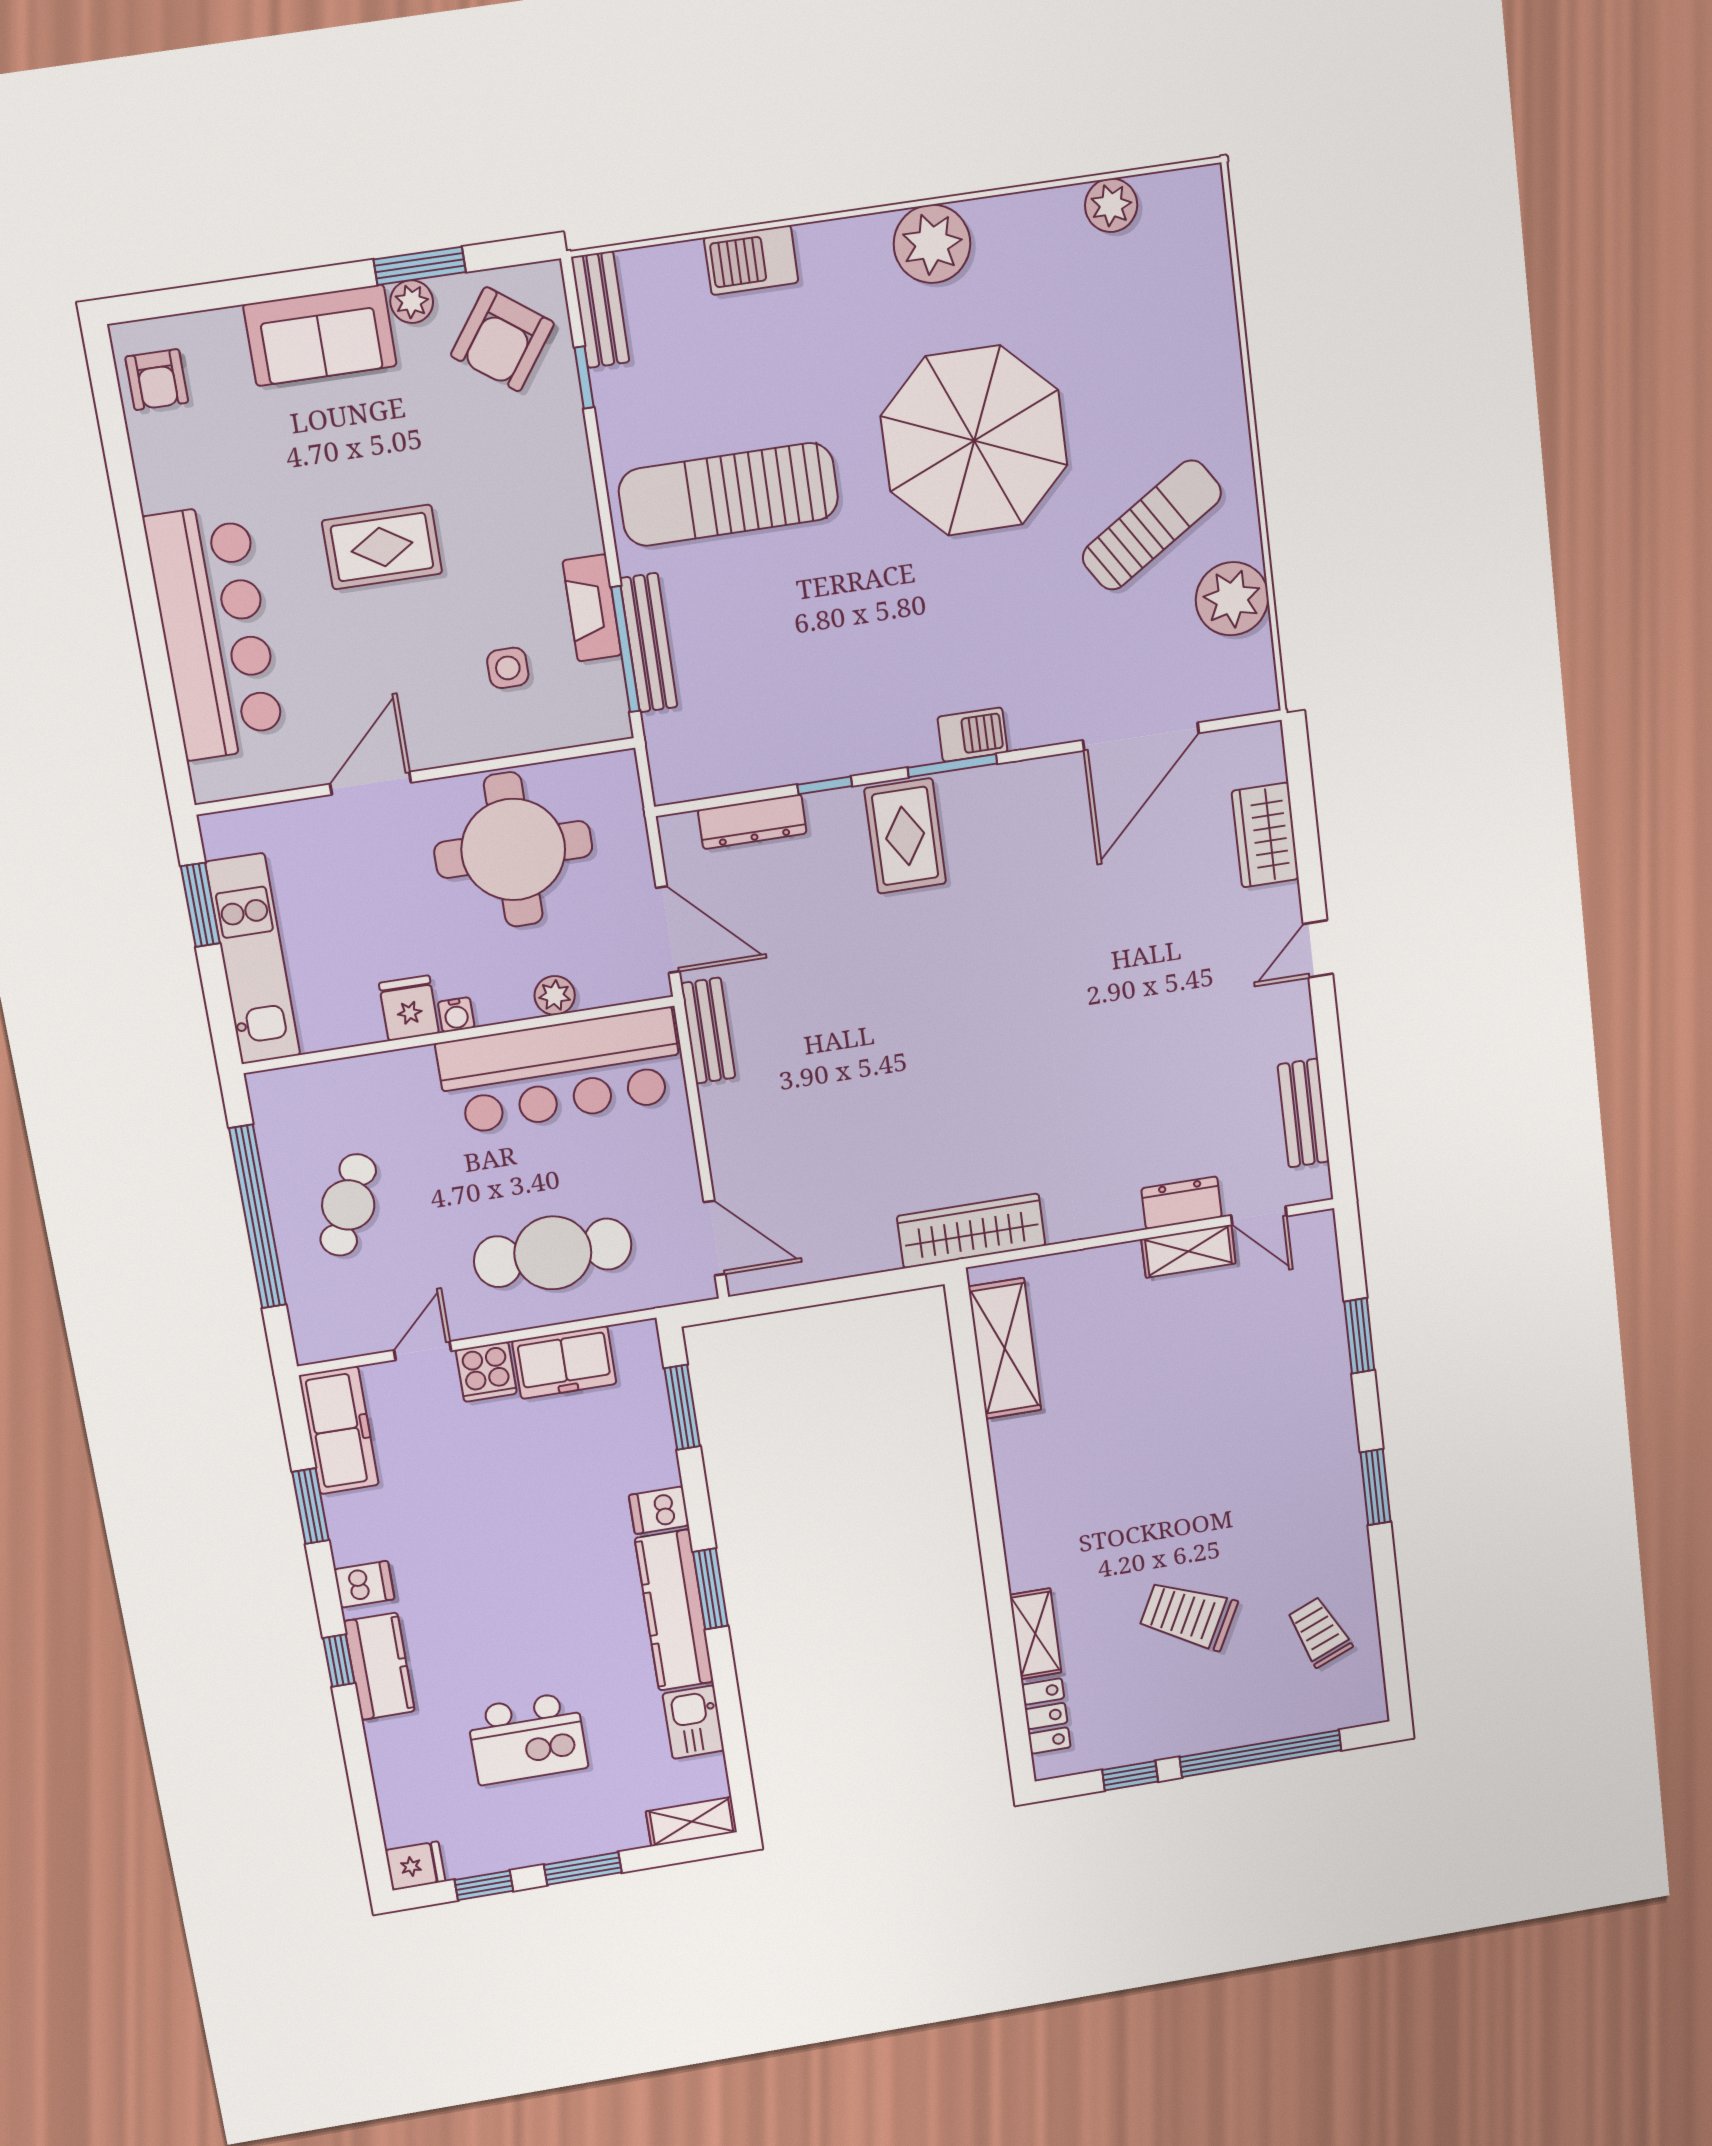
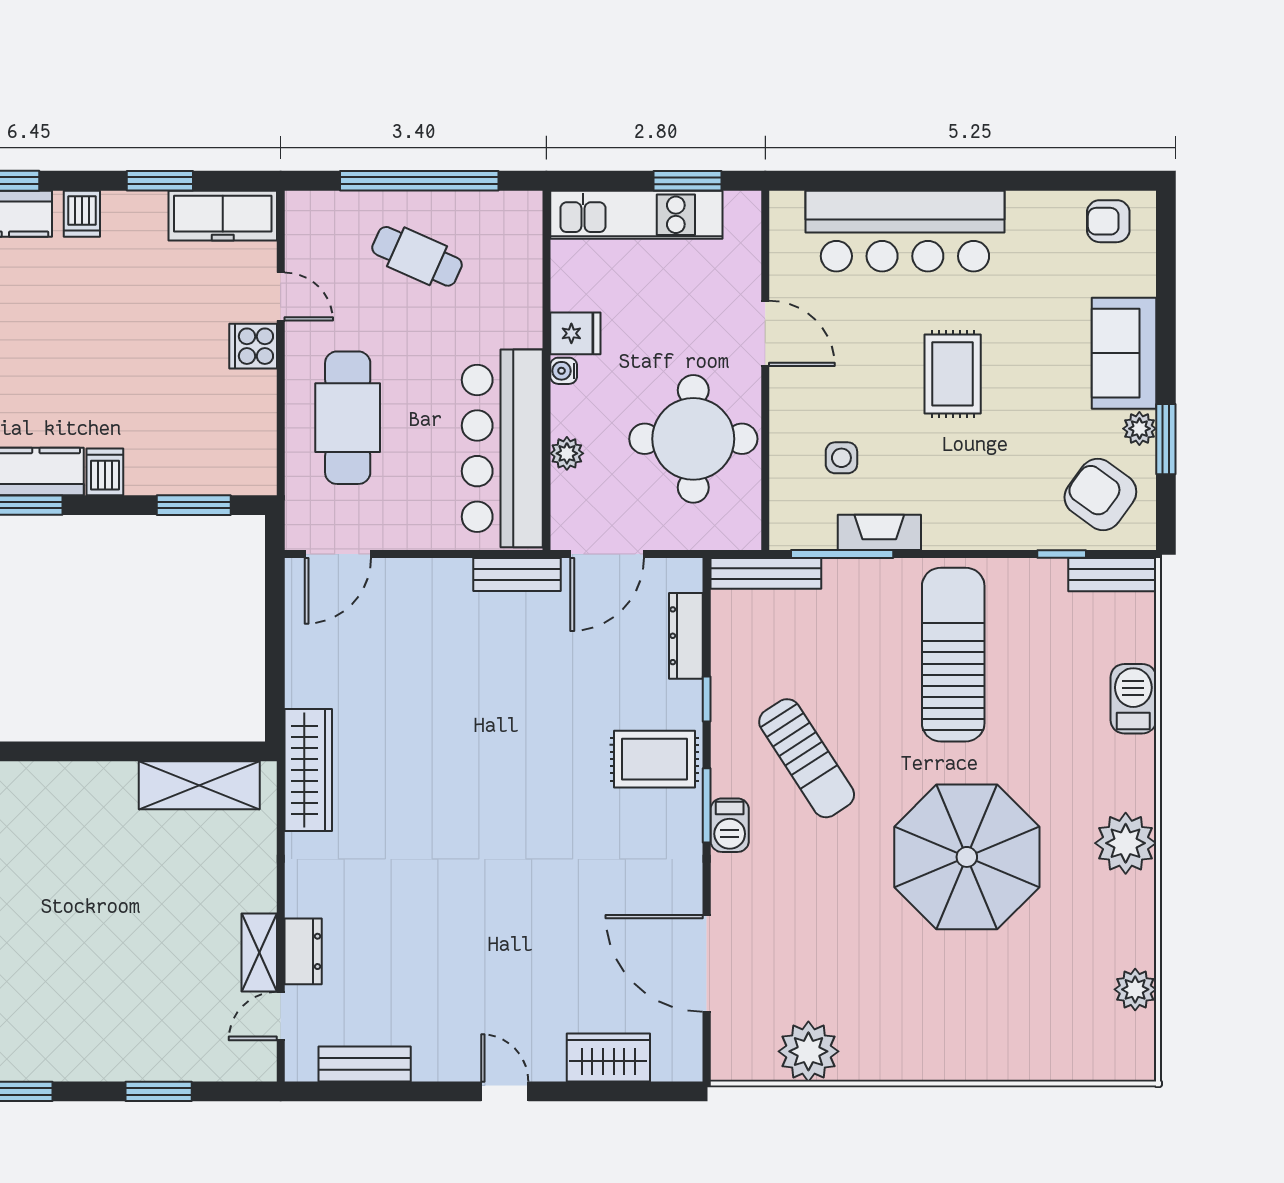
sun lounger: (1152, 525) -> (807, 758), moved
bench: (649, 643) -> (766, 573), moved
freezer: (564, 1362) -> (250, 412), removed

